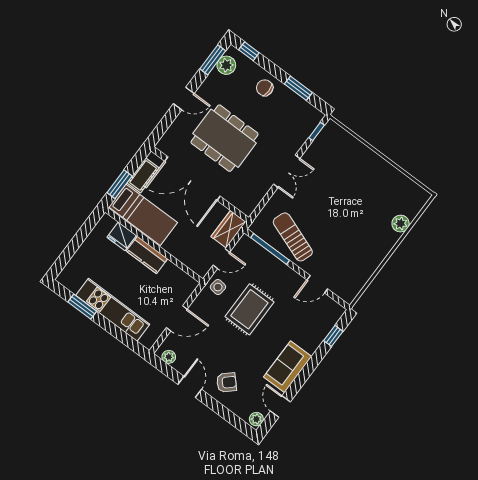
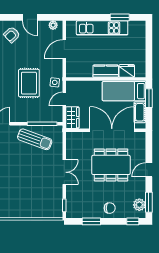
double door: (287, 171) -> (64, 172), swing flipped

